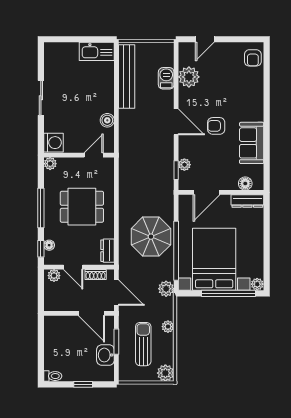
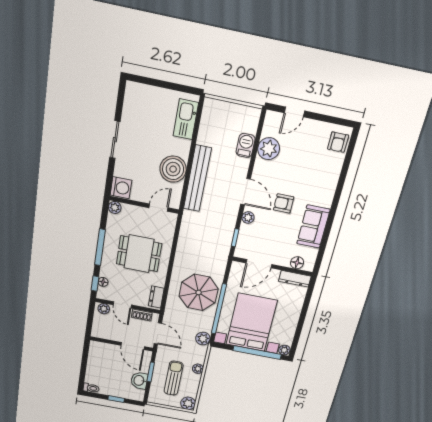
kitchen sink: (97, 51) -> (186, 119), moved, turned 90
bench: (127, 77) -> (197, 179), moved
boiler: (107, 120) -> (173, 169), width x1.86, depth x1.86
plant: (184, 165) -> (248, 218), moved

